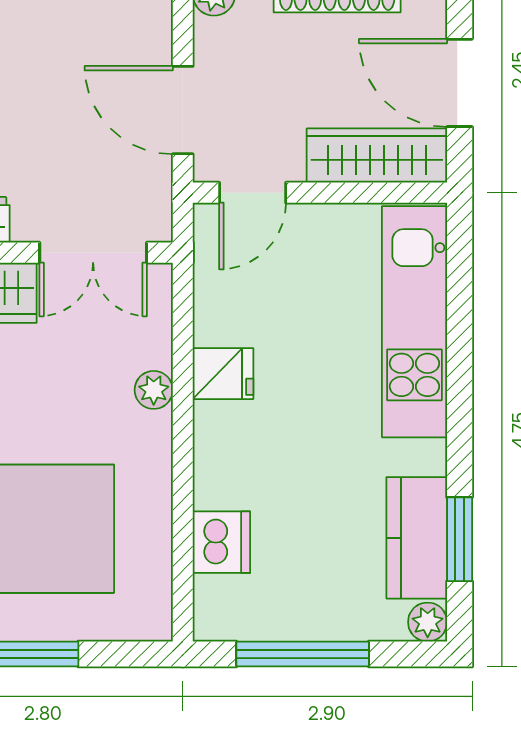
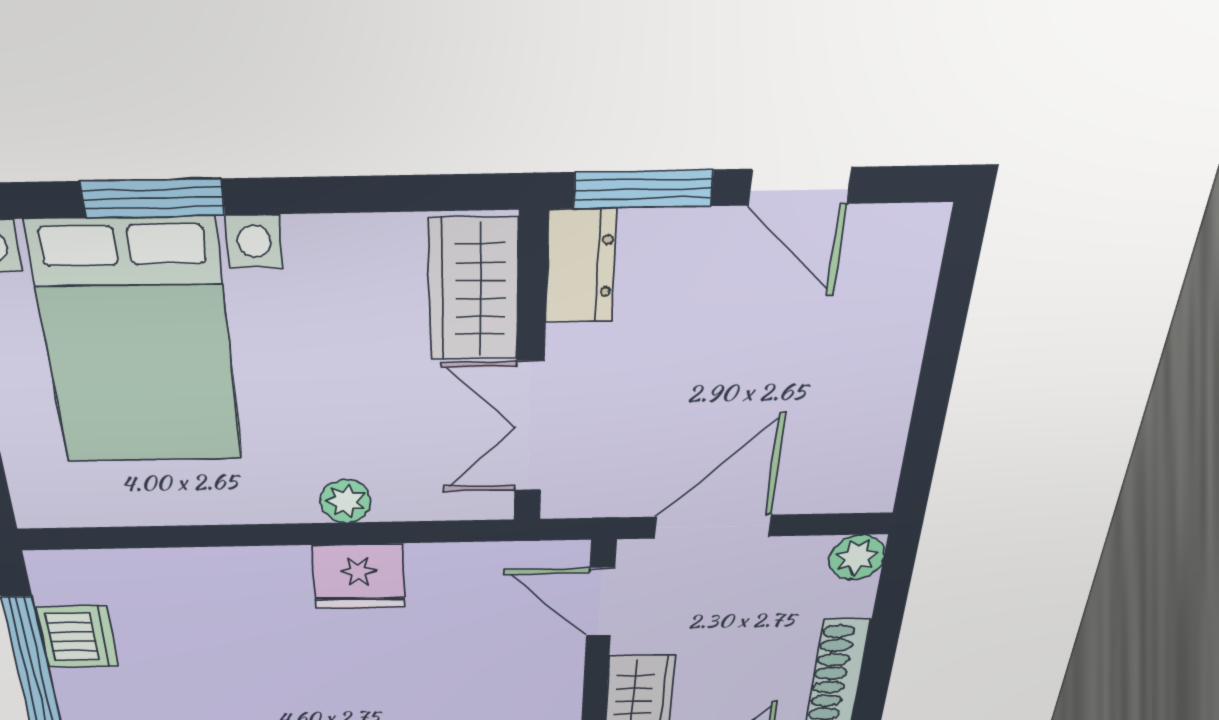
fridge: (223, 374) -> (359, 576), width x1.38
dishwasher: (221, 542) -> (77, 637), moved, turned -90

